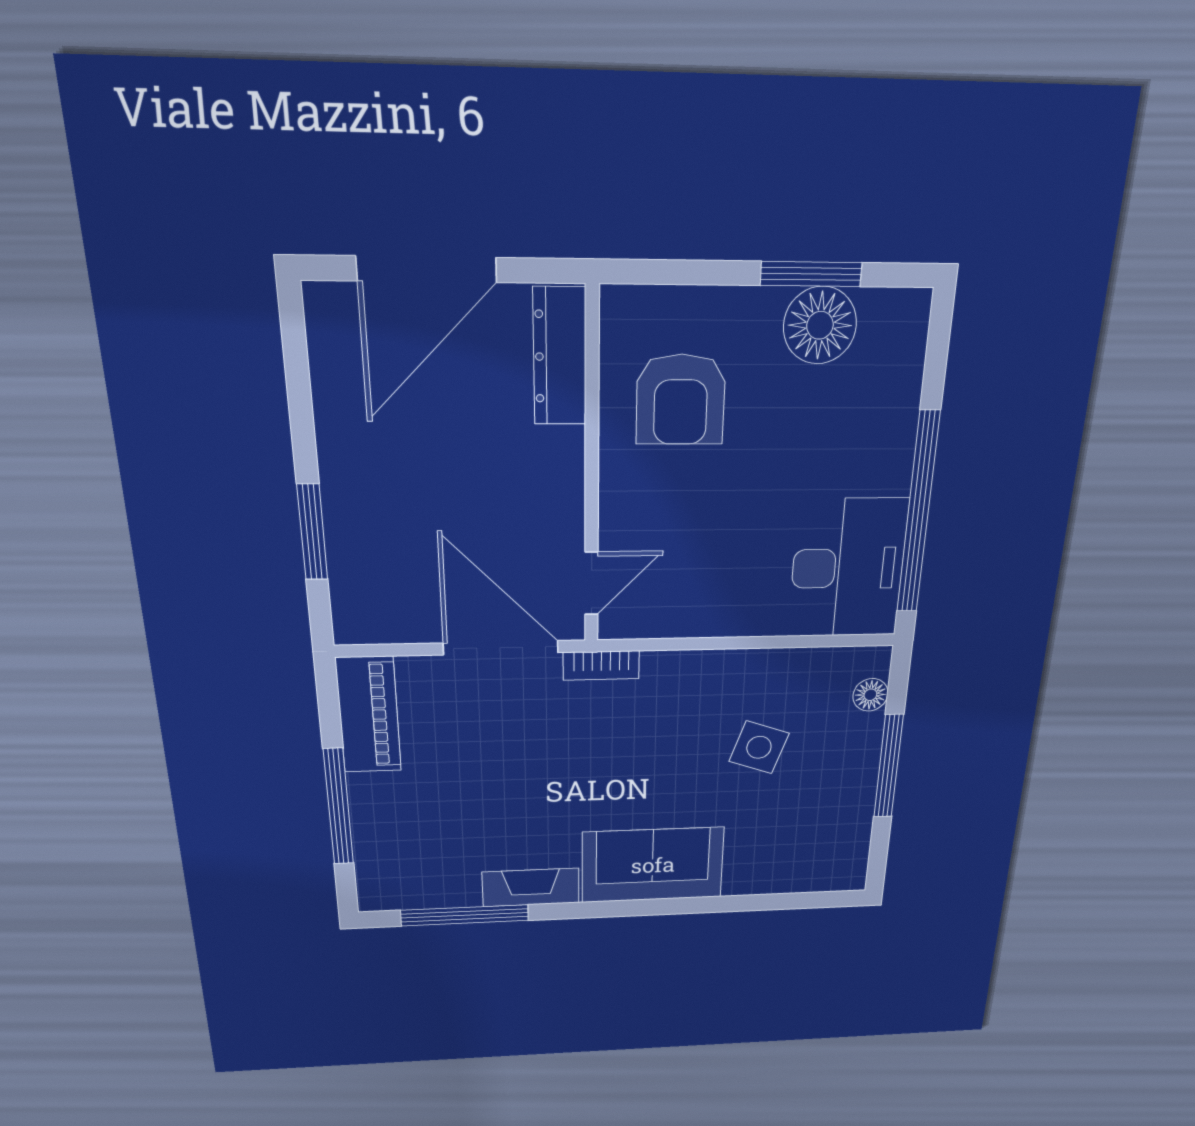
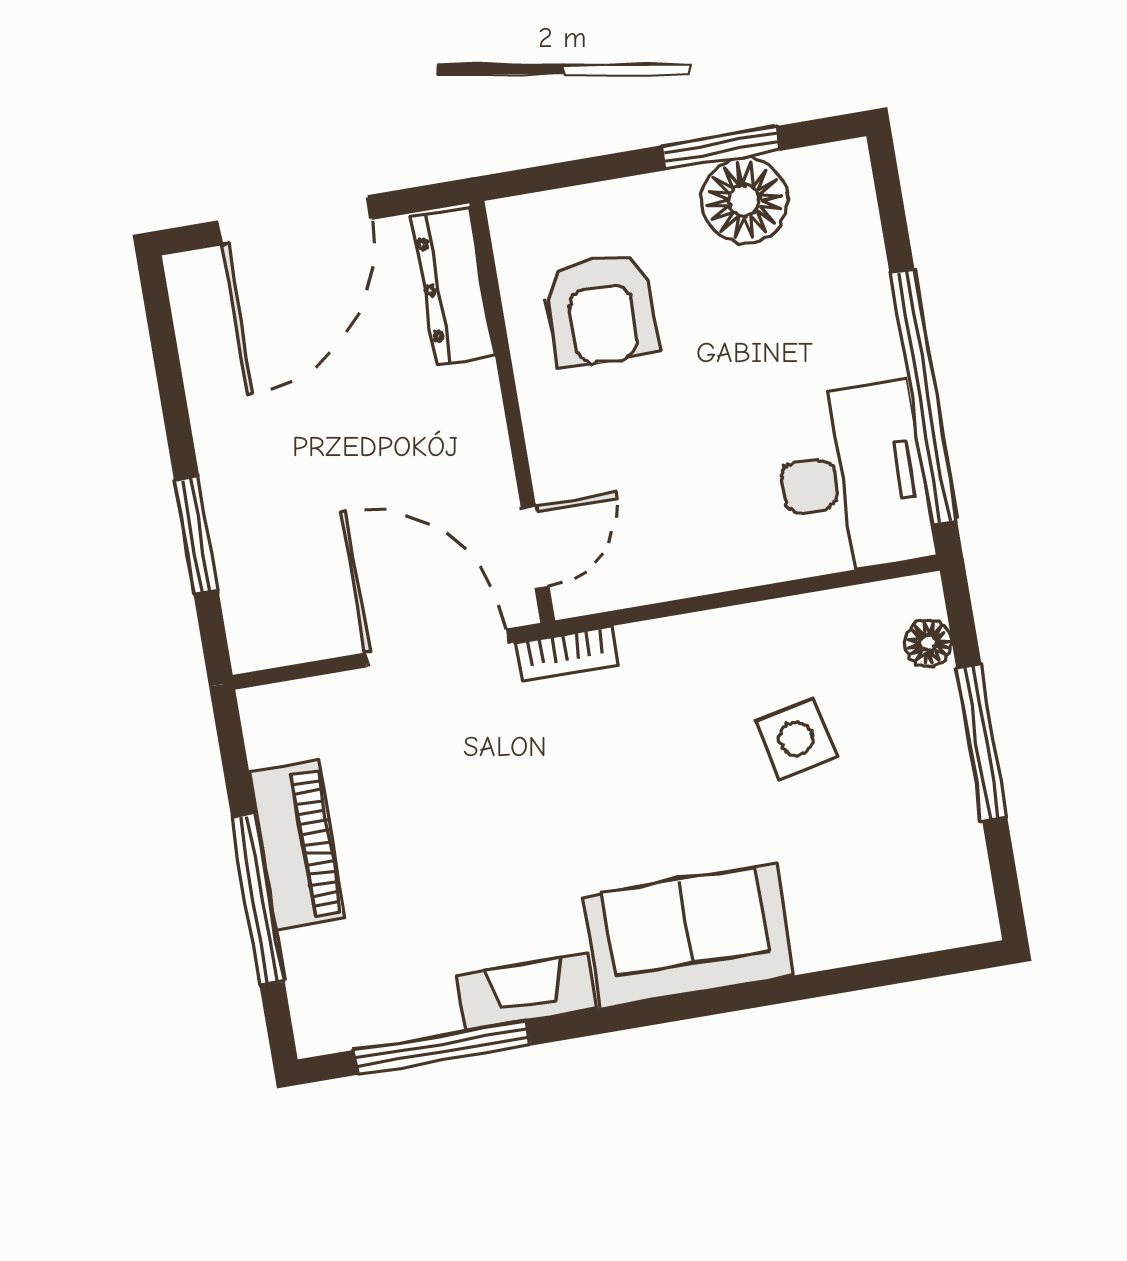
piano: (369, 715) -> (298, 846), moved
side table: (759, 747) -> (796, 739), turned -32

